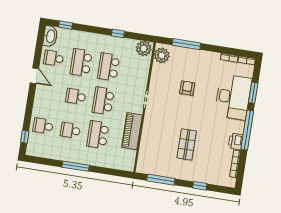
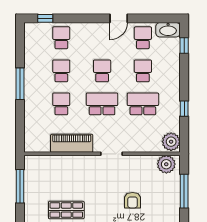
school desk: (81, 63) -> (143, 71), width x0.54
armchair: (187, 88) -> (133, 200), turned 90
school desk: (98, 135) -> (61, 104), width x0.54

